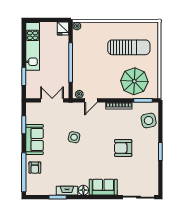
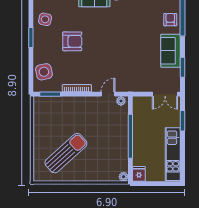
sun lounger: (129, 47) -> (66, 153), turned 138
parasol: (134, 81) -> (60, 115), removed
double door: (52, 100) -> (165, 94), moved
side table: (74, 137) -> (45, 19), moved

